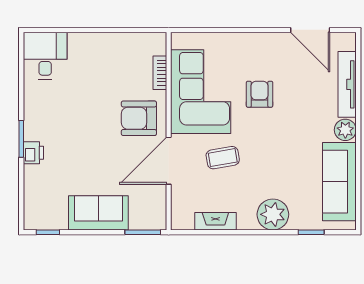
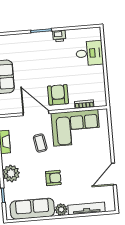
door: (310, 30) -> (114, 174), moved
desk: (45, 56) -> (89, 53), moved
armchair: (260, 94) -> (53, 178), moved
printer: (33, 153) -> (59, 36), moved

